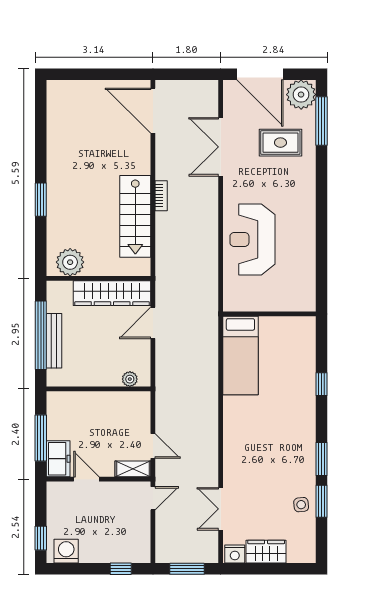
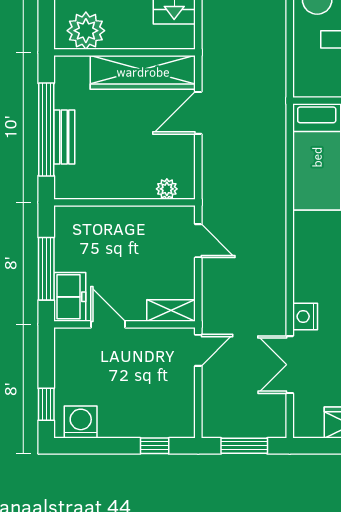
bench: (54, 341) -> (64, 137), width x0.73
door: (153, 446) -> (198, 241), moved
nightstand: (235, 554) -> (305, 316), moved, turned 90

